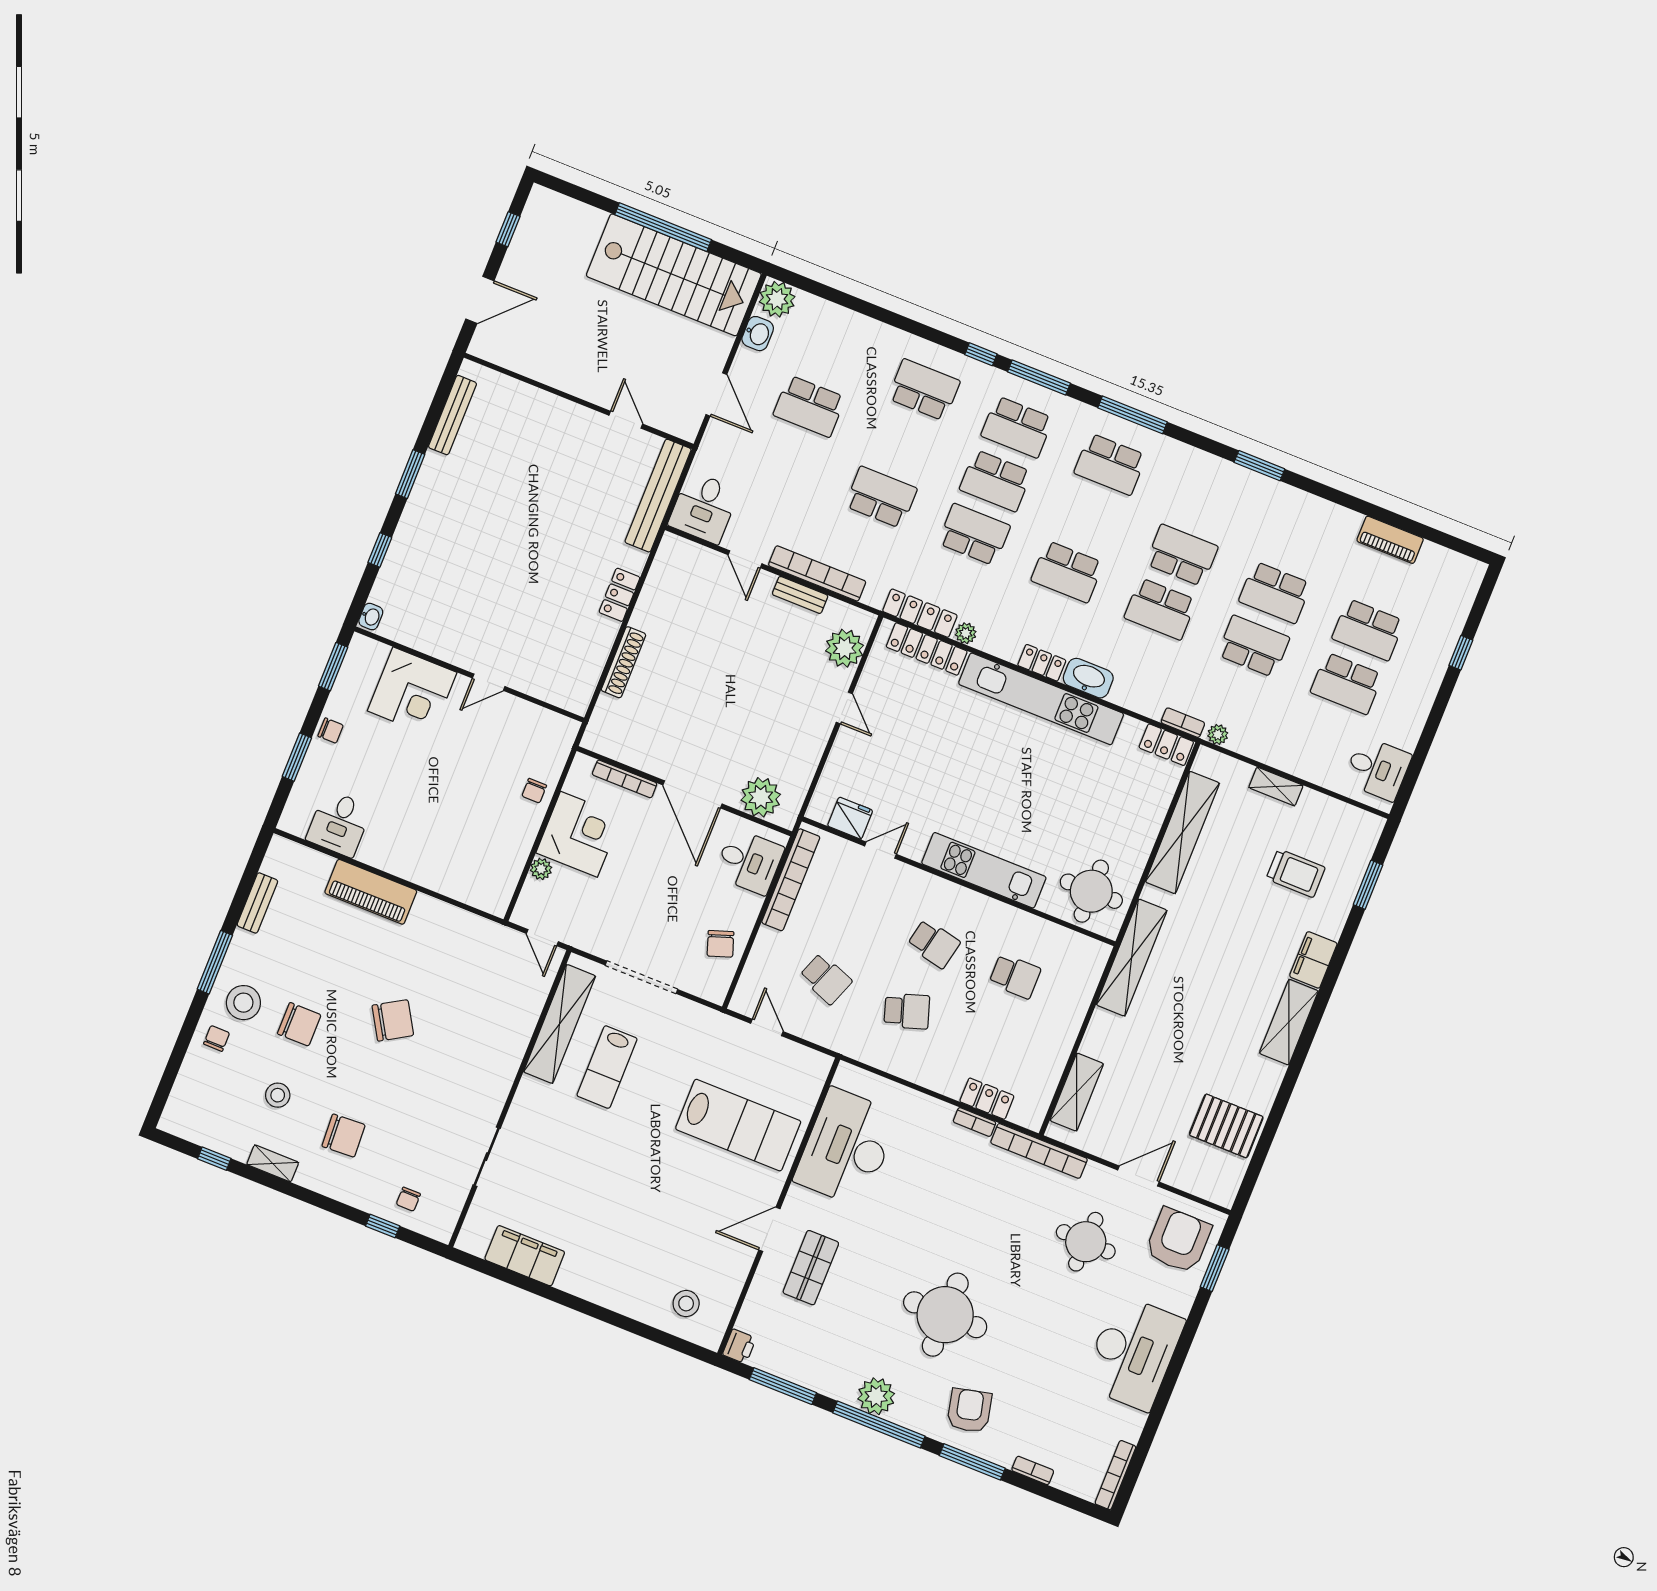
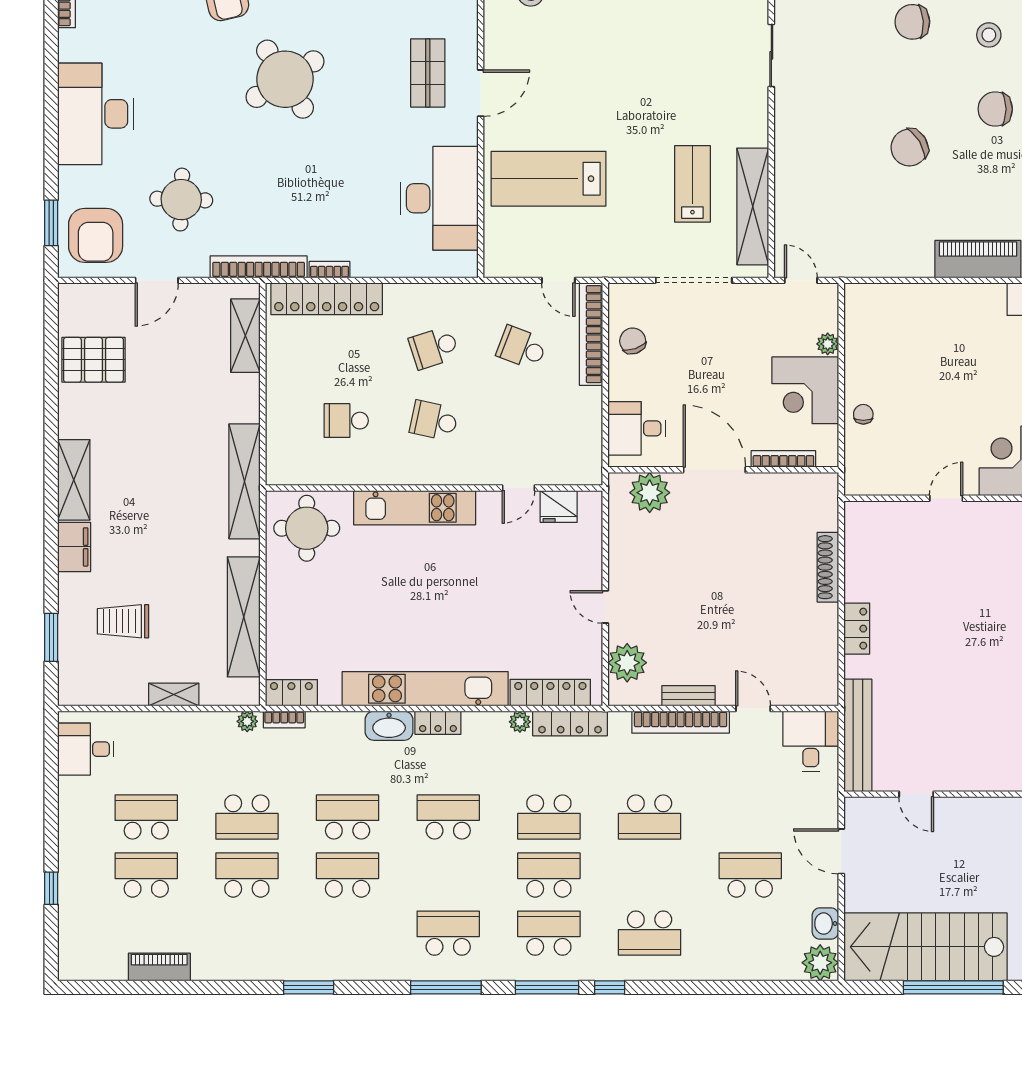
school desk: (1182, 555) -> (348, 875), turned 180
bookcase: (791, 880) -> (591, 334), moved
locker: (987, 1099) -> (327, 299), width x2.16, depth x1.21
round table: (945, 1315) -> (285, 79), turned -32

